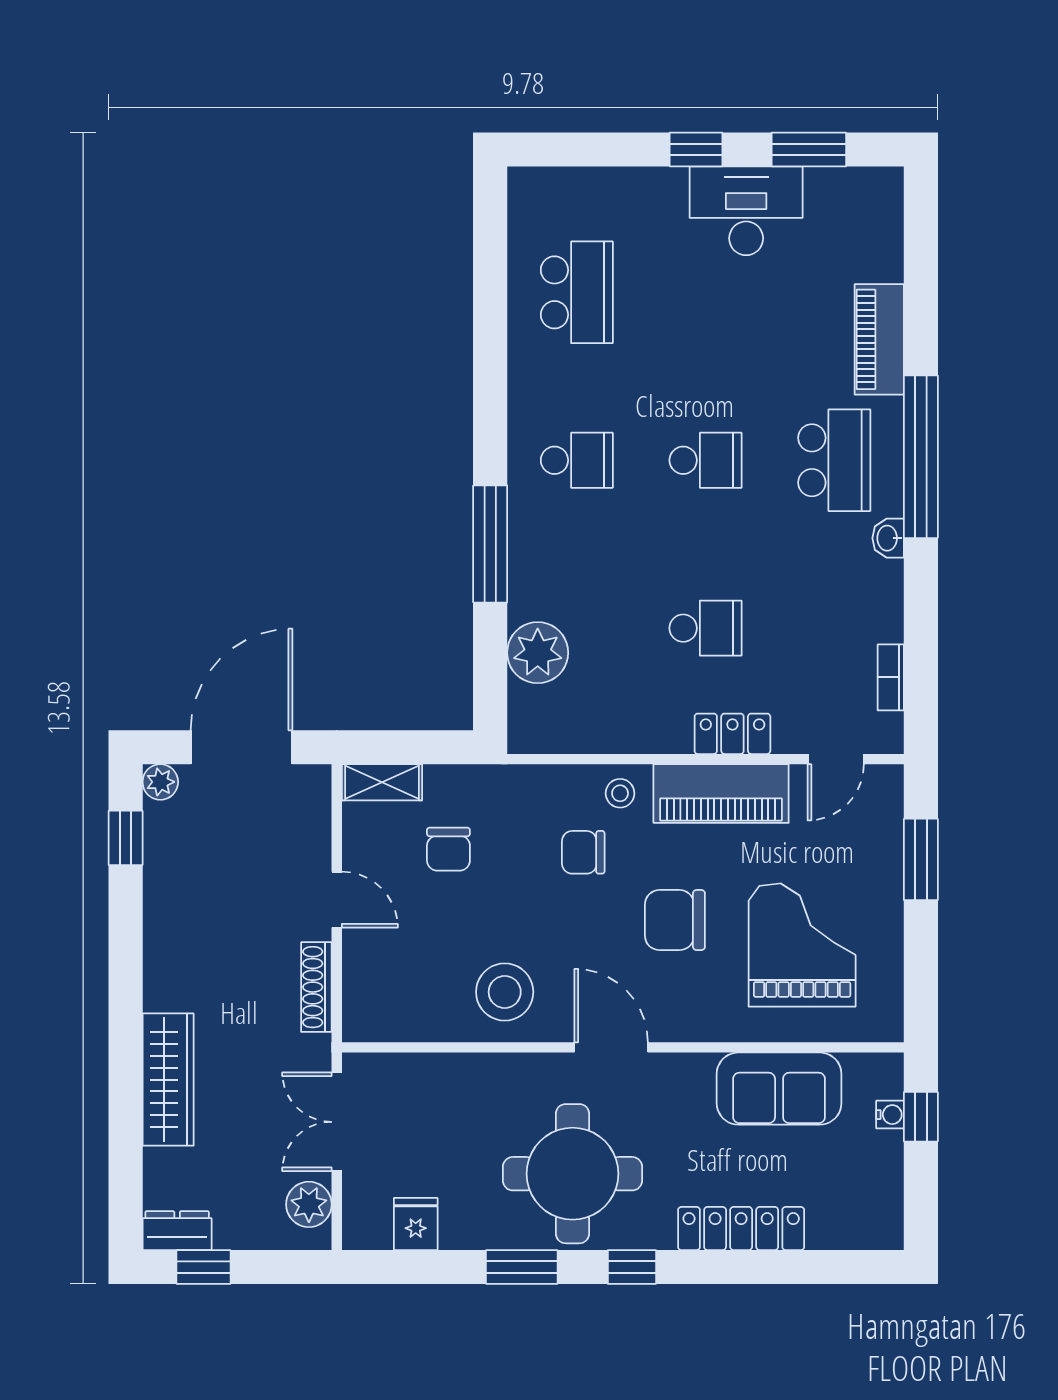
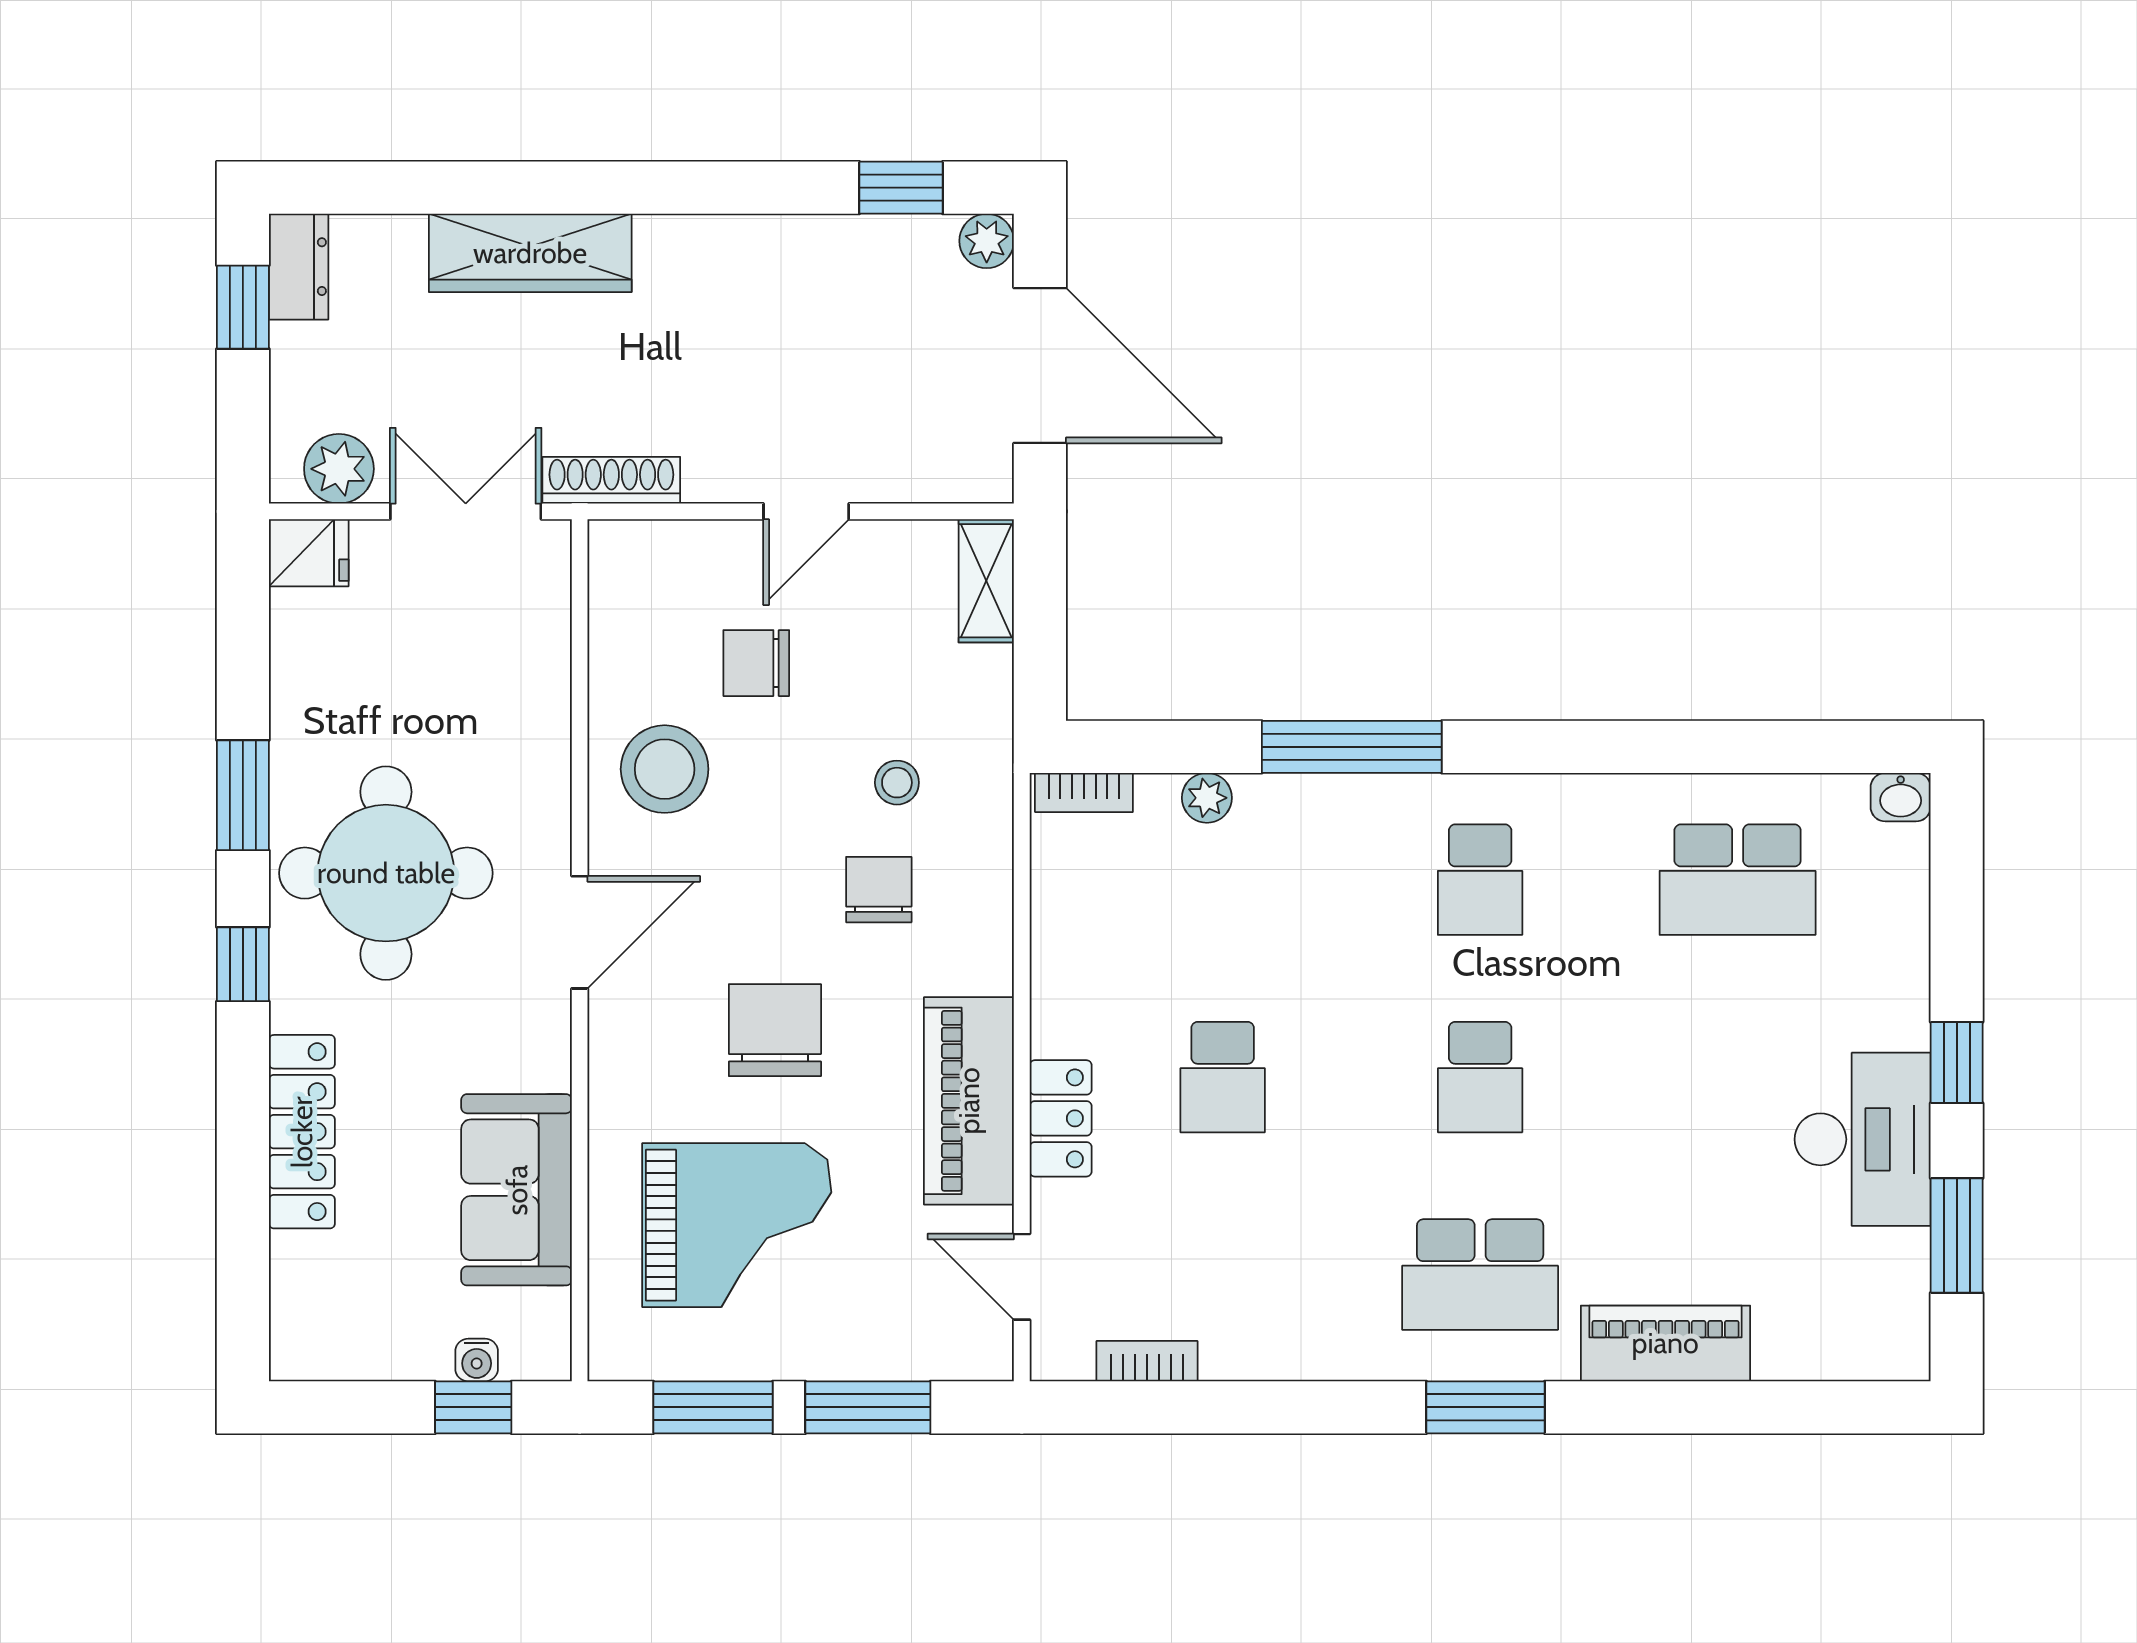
window: (921, 457) -> (1486, 1407), width x0.47
washbasin: (888, 538) -> (1901, 797), moved, turned 180
plant: (538, 653) -> (1207, 798), width x0.53, depth x0.53
bookcase: (520, 719) -> (1084, 792), added
stool: (620, 793) -> (897, 783), moved
chair: (448, 849) -> (756, 663), moved
window: (921, 960) -> (713, 1407), added
shoe rack: (316, 987) -> (611, 480), moved
fridge: (416, 1224) -> (309, 553), moved

